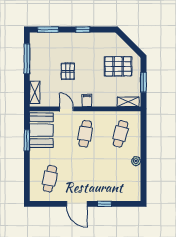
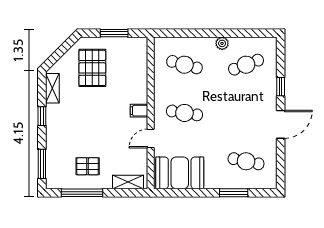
pallet: (68, 71) -> (88, 166), moved
shelving: (128, 102) -> (52, 88), moved
window: (27, 140) -> (234, 193), moved
cafe table: (120, 179) -> (246, 65), added

